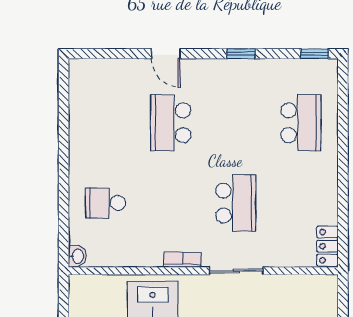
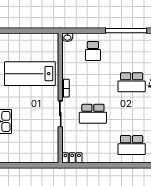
school desk: (171, 123) -> (132, 82), turned 180
window: (64, 134) -> (126, 31), added
school desk: (106, 203) -> (93, 51), turned 180

